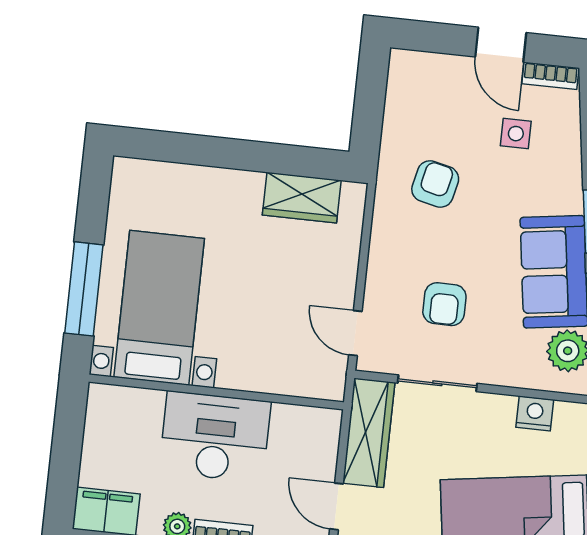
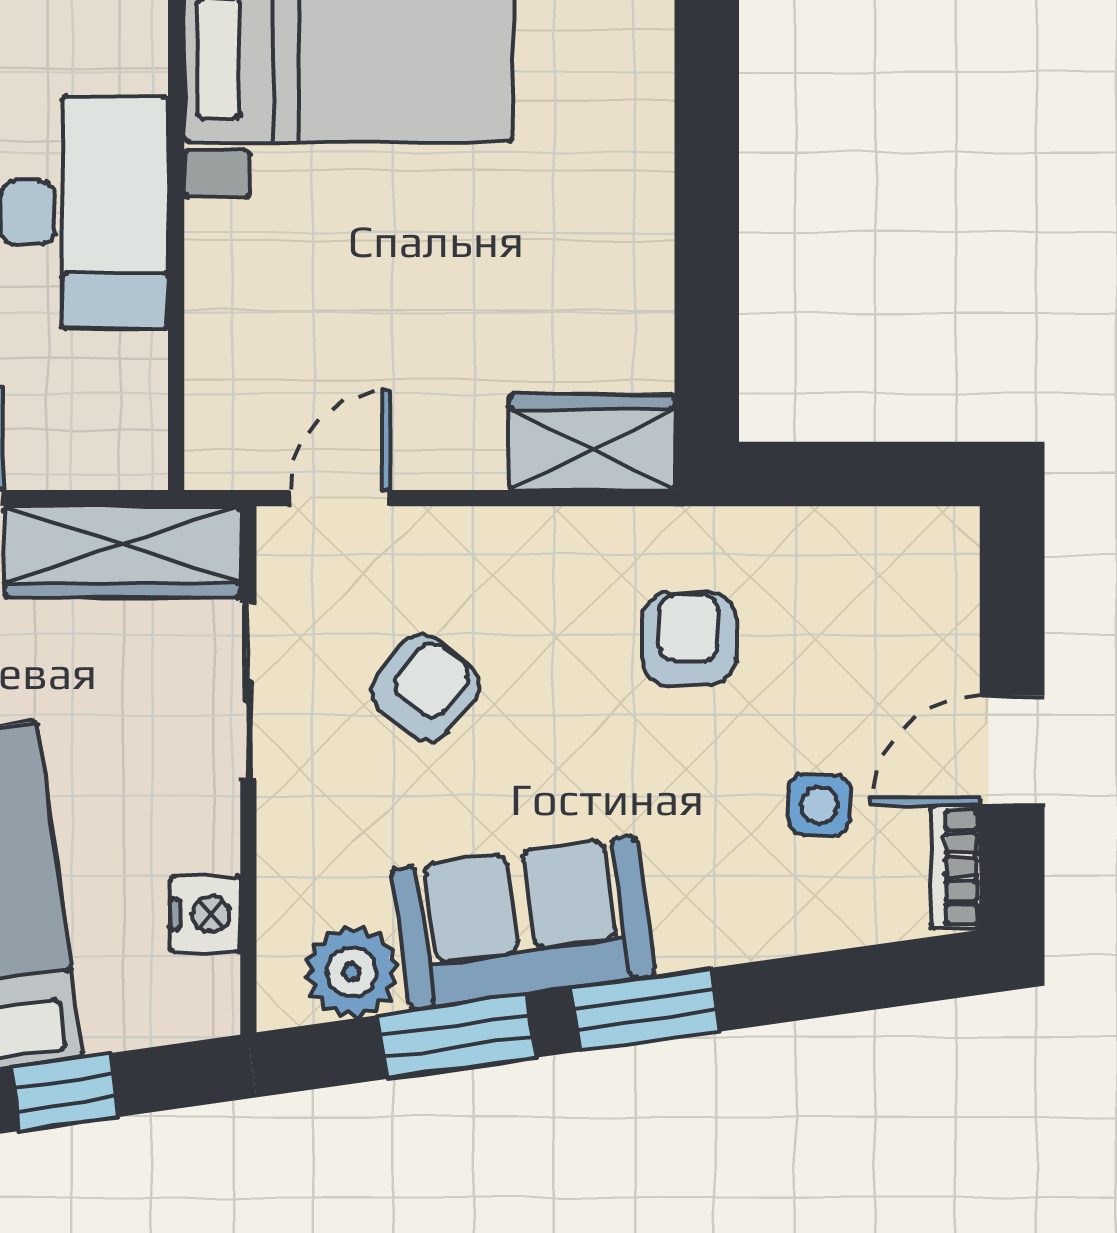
armchair: (435, 184) -> (689, 639), turned -103
wardrobe: (302, 198) -> (592, 442), moved, turned 90
armchair: (444, 304) -> (425, 688), turned 129

